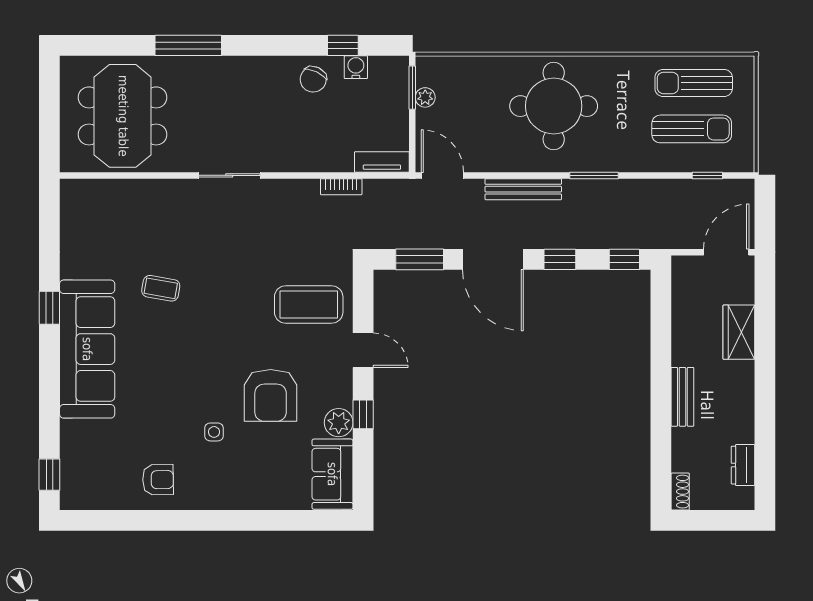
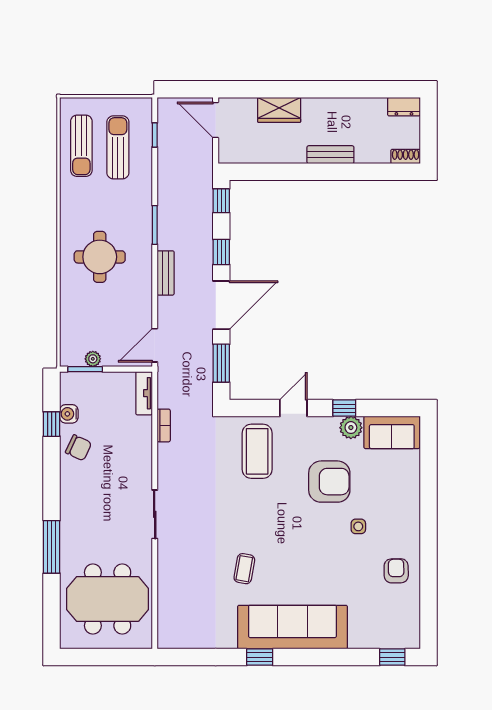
round table: (554, 106) -> (100, 257), width x0.73, depth x0.73
bench: (523, 189) -> (166, 273), width x0.73
dresser: (743, 465) -> (404, 107), moved

